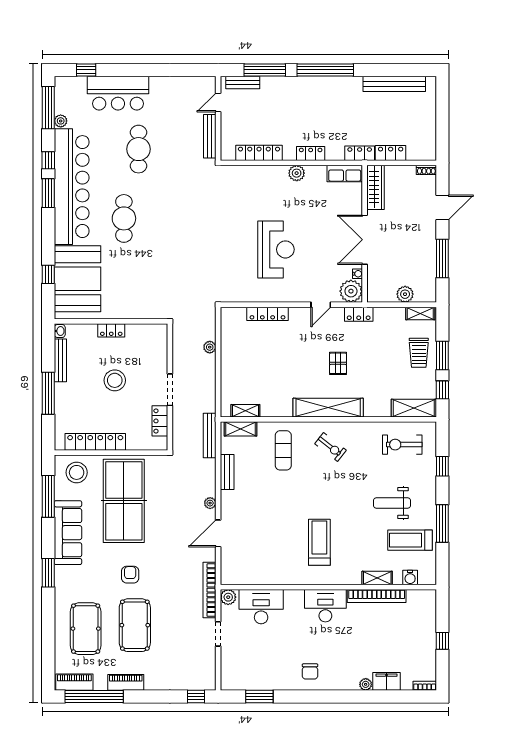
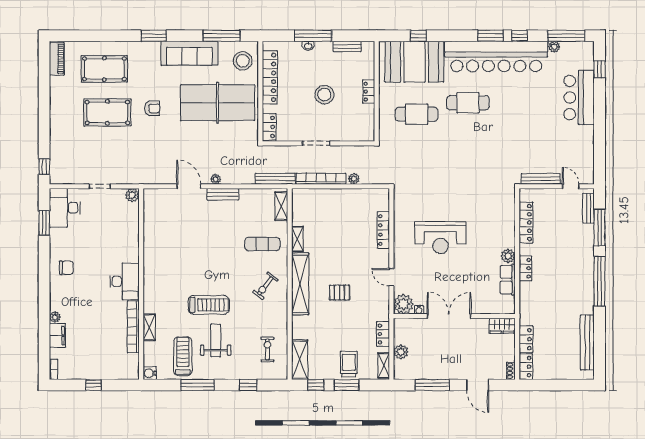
cafe table: (138, 149) -> (417, 114), moved
locker: (360, 153) -> (526, 367), moved
row of seats: (345, 174) -> (508, 280), moved
wardrobe: (375, 187) -> (502, 326), width x0.67
locker: (359, 314) -> (383, 334), moved
washbasin: (60, 331) -> (308, 46), moved
trolley: (419, 353) -> (349, 364), turned 90
bench: (60, 360) -> (347, 46), width x0.73
shelving: (245, 411) -> (297, 239), moved
locker: (160, 421) -> (269, 127), moved, turned 90
exercise bike: (402, 445) -> (267, 349), width x0.73, depth x0.72
bench: (227, 472) -> (223, 194), moved
treadmill: (319, 542) -> (209, 305), moved
water cooler: (410, 577) -> (150, 373), moved
bookcase: (210, 590) -> (321, 179), moved
desk: (261, 607) -> (65, 208), moved, turned 180
chair: (310, 671) -> (66, 268), turned 180
piano: (126, 682) -> (57, 104), removed
window: (94, 697) -> (44, 76), removed

